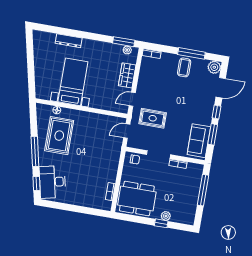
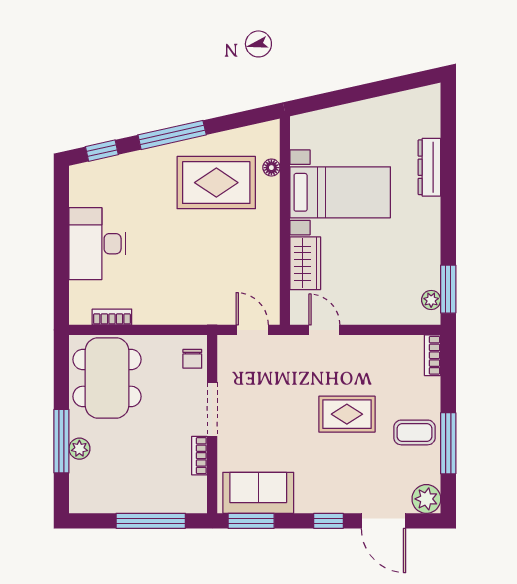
wardrobe: (127, 75) -> (305, 263), moved, turned 90
rug: (153, 118) -> (347, 414), moved, turned 90
window: (213, 134) -> (251, 521), moved
desk: (52, 182) -> (97, 244), moved, turned -77
window: (161, 223) -> (61, 441), width x2.17

